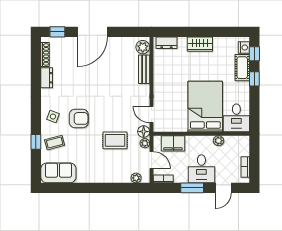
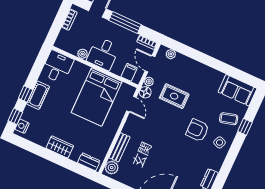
cot: (242, 68) -> (38, 95), moved
bed: (205, 106) -> (97, 97), moved
filing cabinet: (173, 143) -> (129, 72), width x0.50
desk: (201, 169) -> (103, 54), moved, turned 180
window: (192, 188) -> (125, 22), width x1.44

